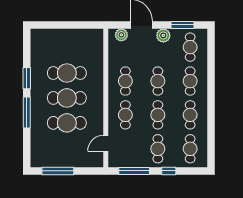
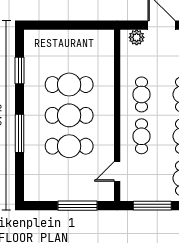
window: (27, 78) -> (20, 71), moved
window: (58, 171) -> (77, 206), moved

